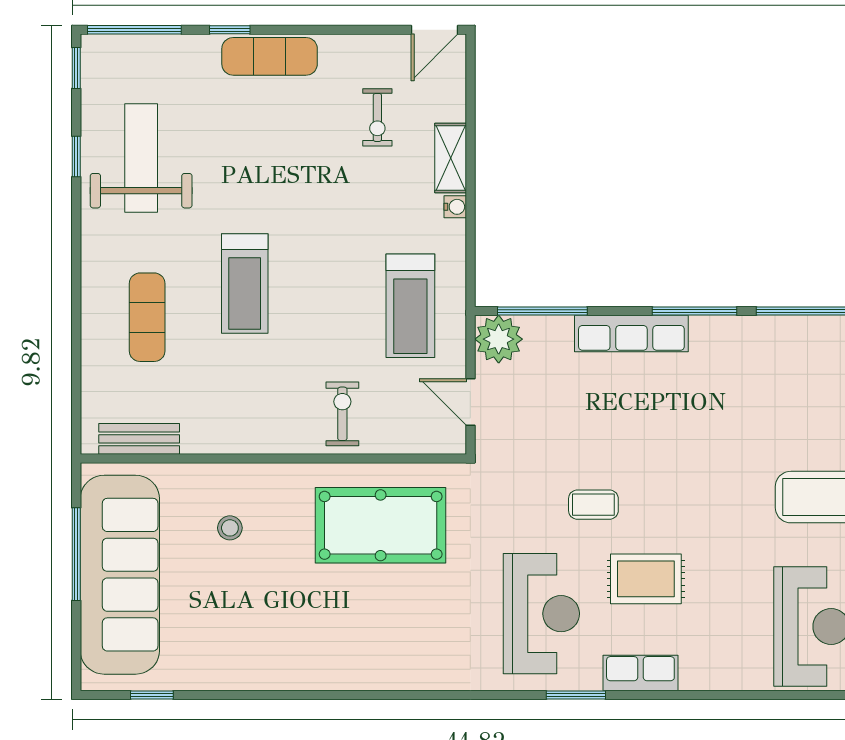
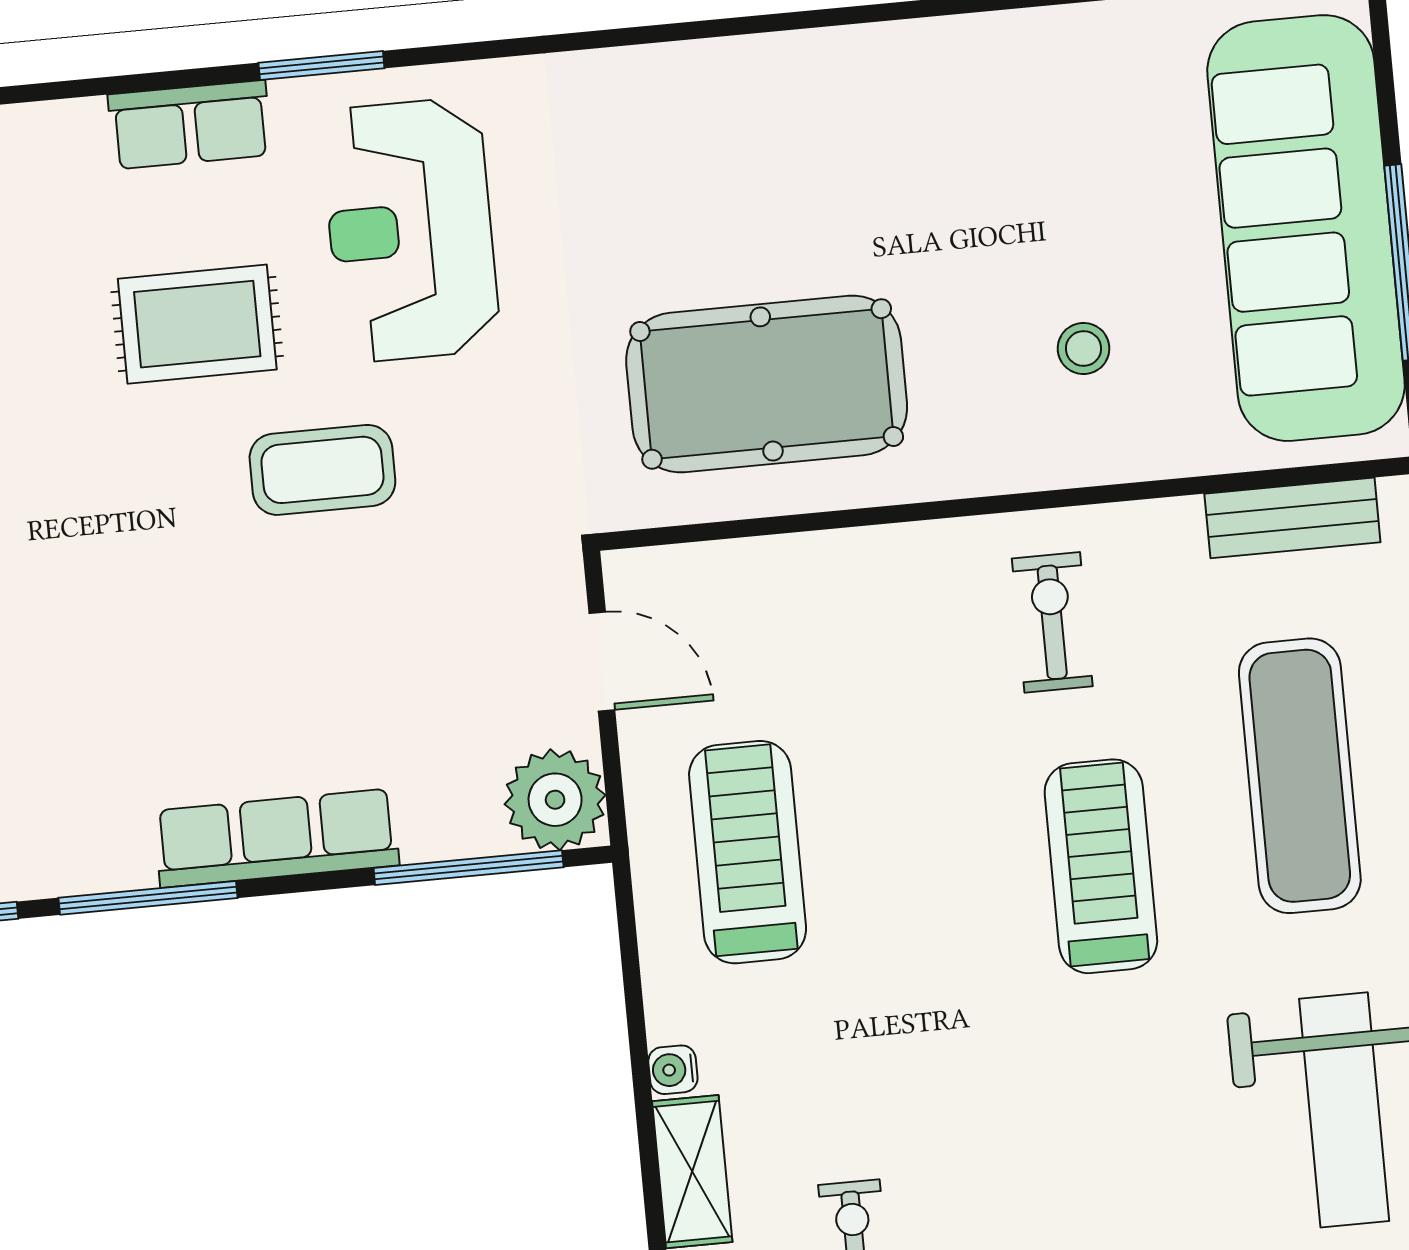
exercise mat: (147, 317) -> (1300, 776), width x1.36, depth x1.45
exercise bike: (342, 414) -> (1052, 622), moved, turned 180
coffee table: (593, 505) -> (322, 470), width x1.36, depth x1.30

